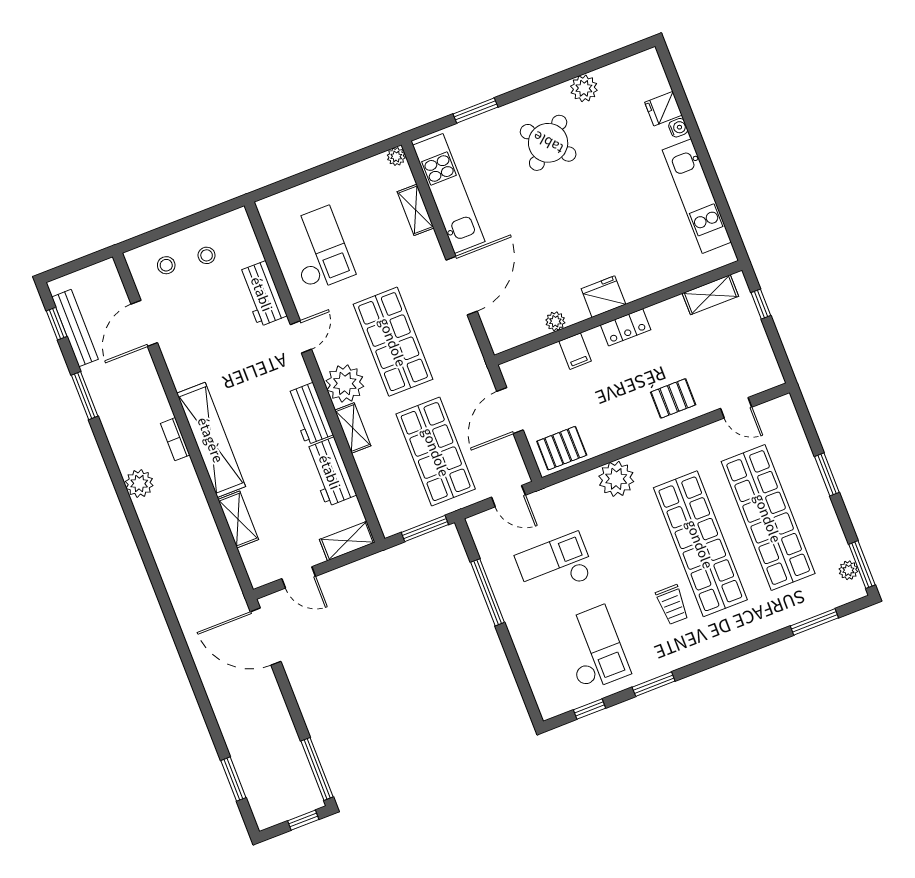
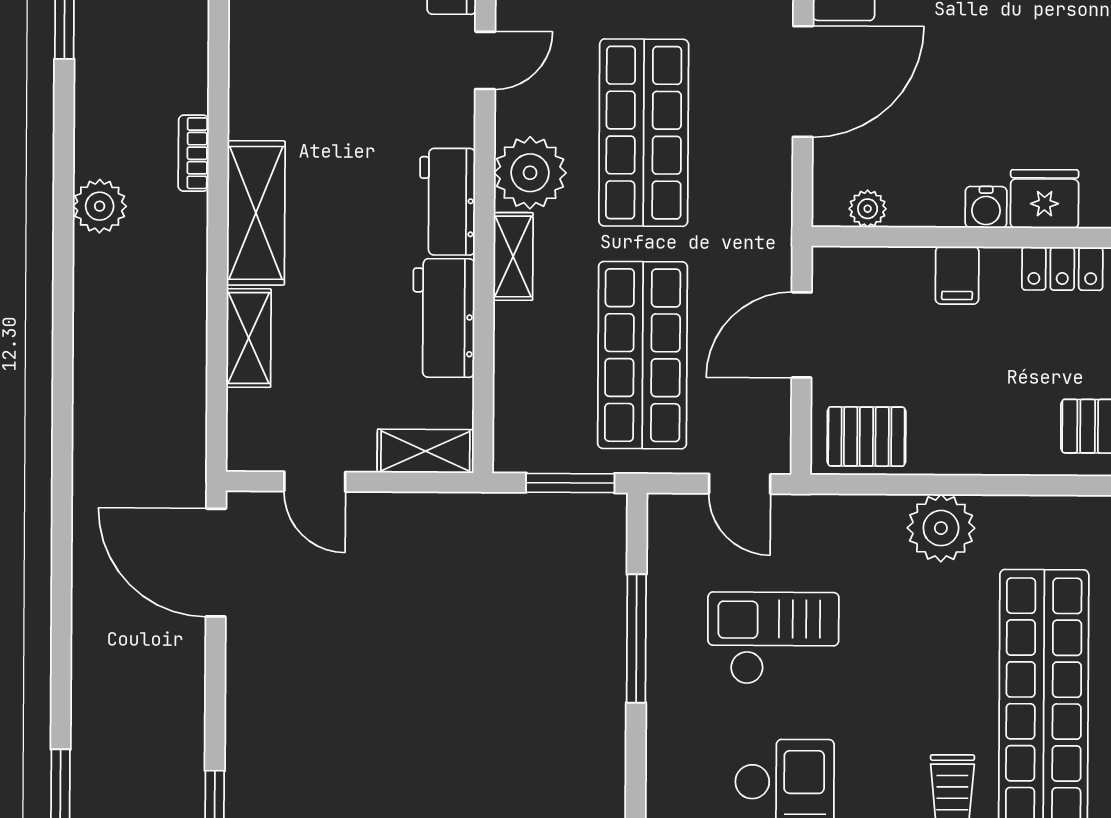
water cooler: (576, 312) -> (986, 207), added
plant: (555, 321) -> (868, 209), moved
shelving: (211, 440) -> (256, 213), width x0.68

